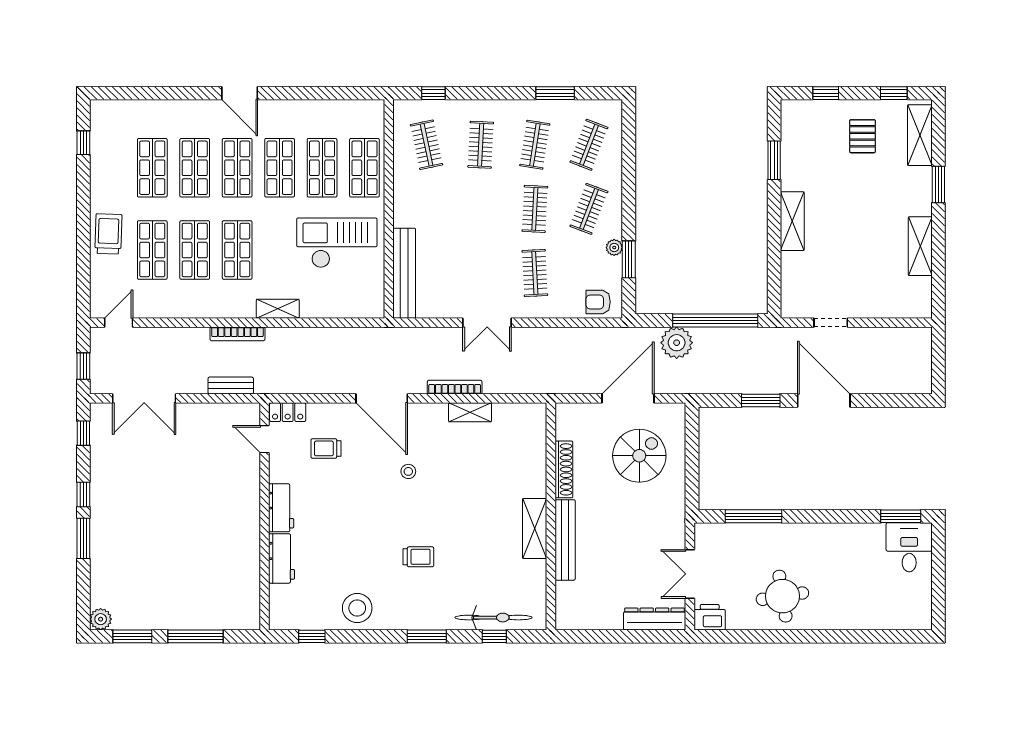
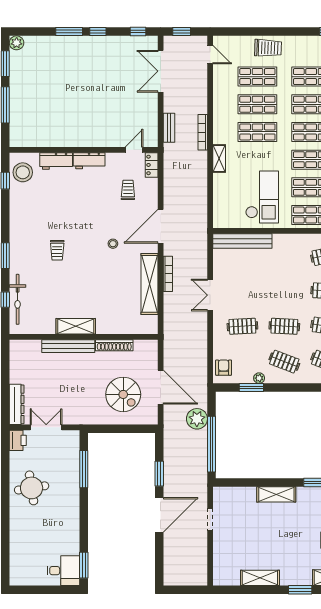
shelving: (470, 412) -> (149, 284), width x2.20, depth x1.33
stool: (357, 608) -> (23, 172), moved

